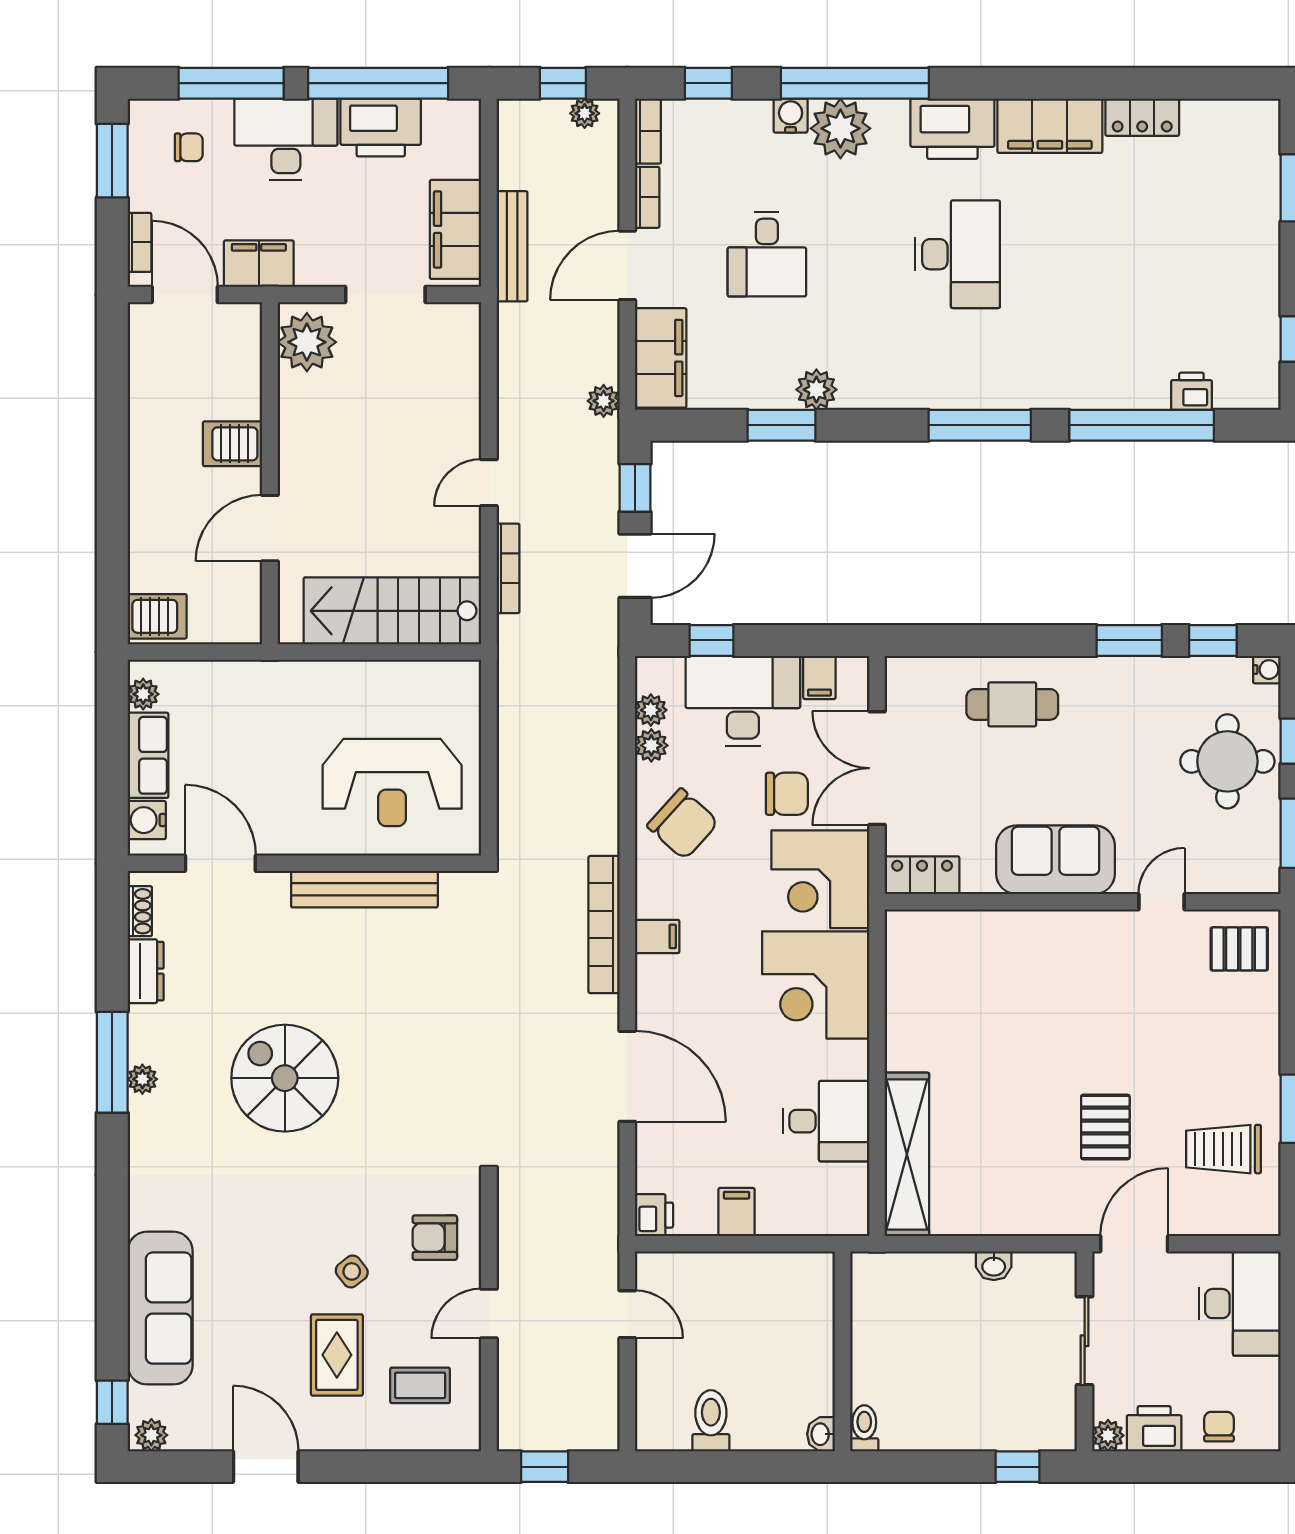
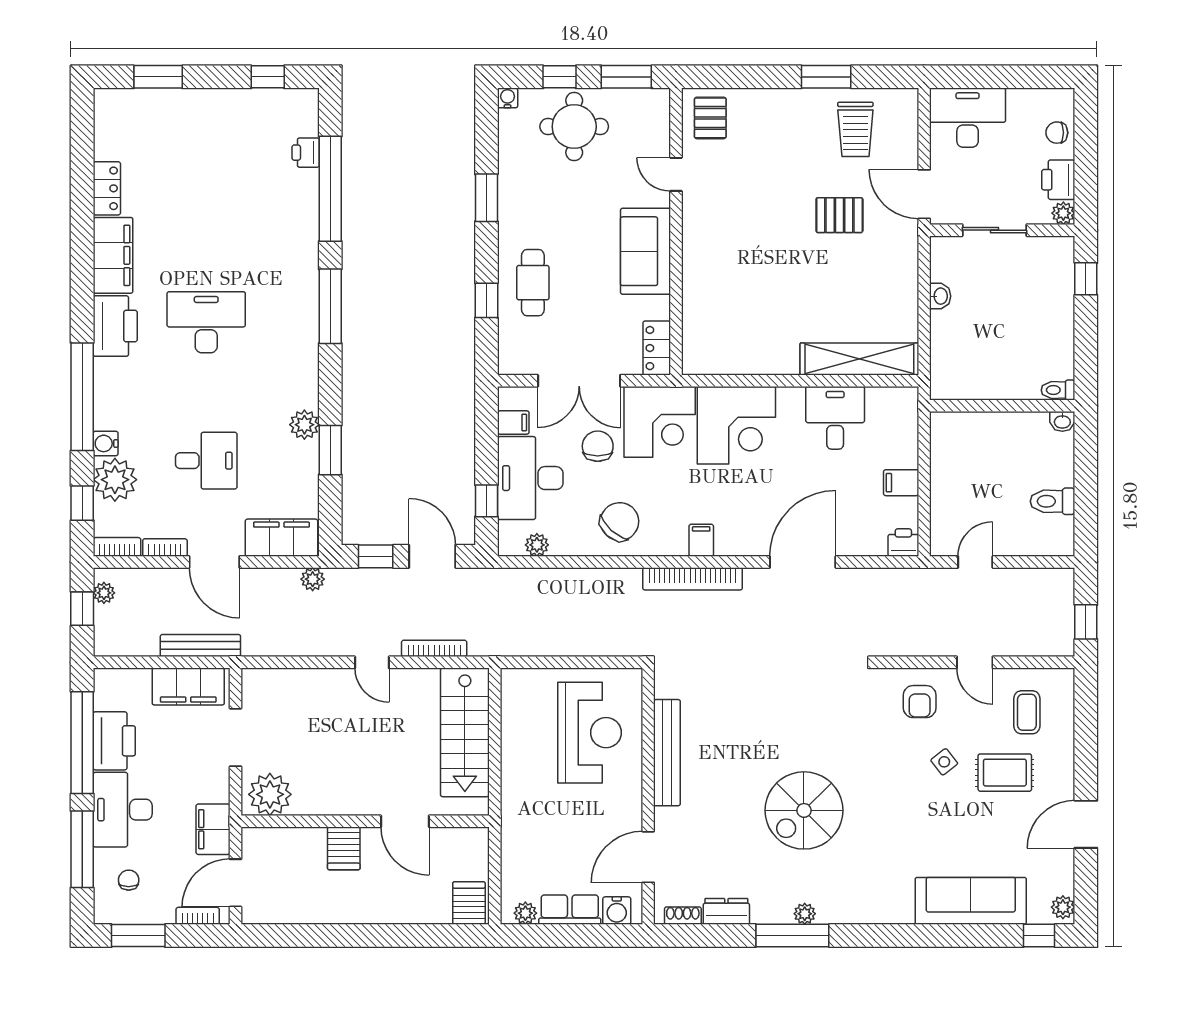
plant: (840, 128) -> (115, 480), moved
window: (1213, 640) -> (486, 300), moved
plant: (651, 745) -> (563, 545), removed

